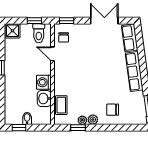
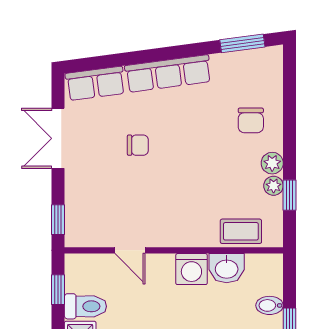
toilet: (39, 33) -> (85, 306), moved
chair: (64, 37) -> (138, 145), moved
door: (52, 54) -> (130, 250), hinge flipped

